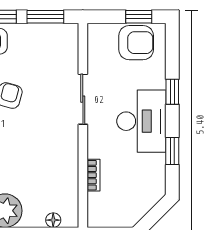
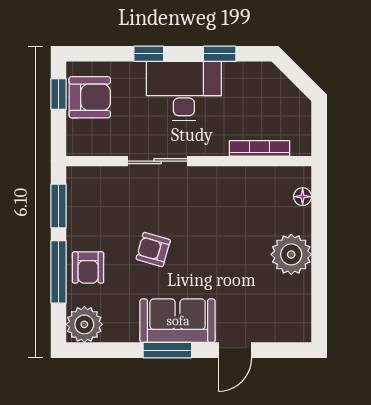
armchair: (136, 43) -> (90, 97), turned 90
bookcase: (93, 175) -> (259, 148), width x1.56

